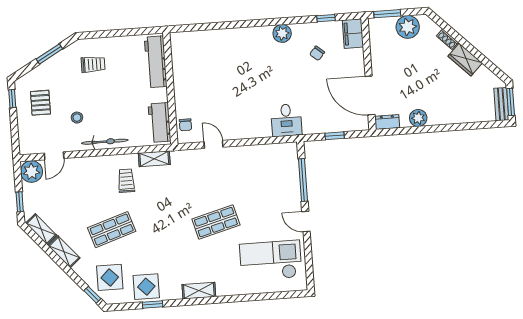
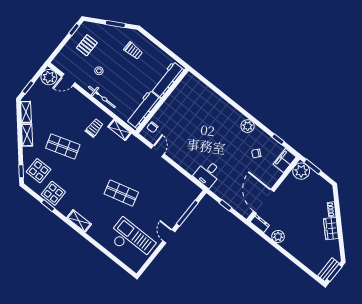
plant: (408, 27) -> (301, 171), moved
workbench: (160, 122) -> (143, 109), width x1.38

